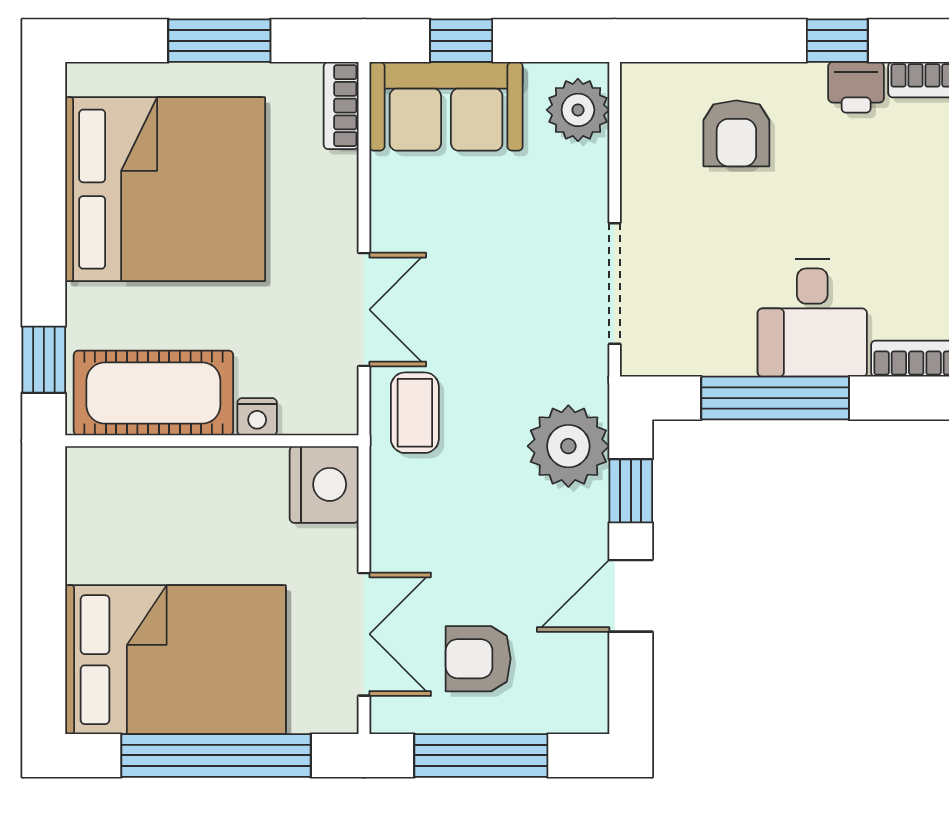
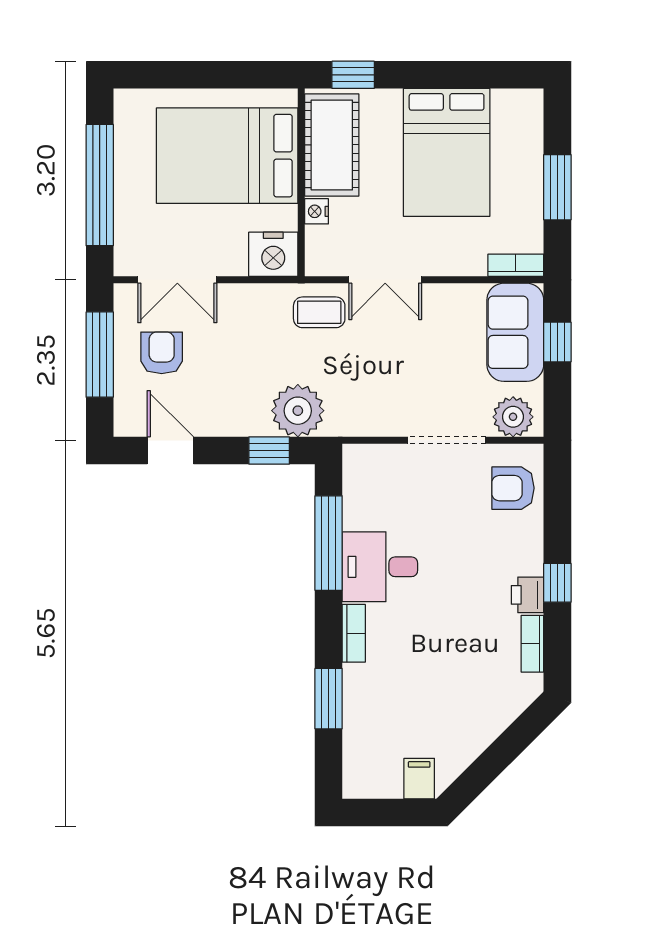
armchair: (736, 133) -> (513, 488), moved
bed: (165, 189) -> (447, 152), width x0.73
doorway: (615, 284) -> (447, 440), moved
door: (631, 596) -> (170, 451), moved
bed: (176, 660) -> (227, 156), moved, turned 90

